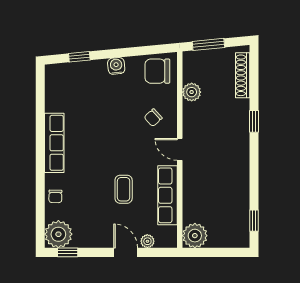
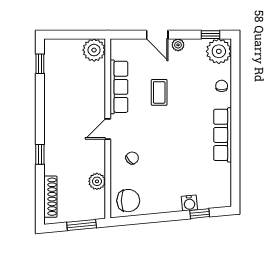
water cooler: (116, 66) -> (189, 203), moved
door: (180, 149) -> (108, 129), swing flipped
plant: (147, 241) -> (178, 45), moved

